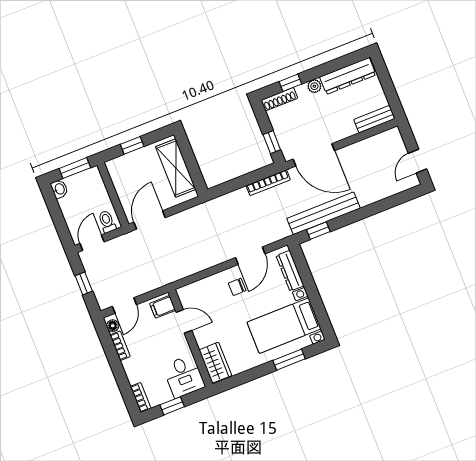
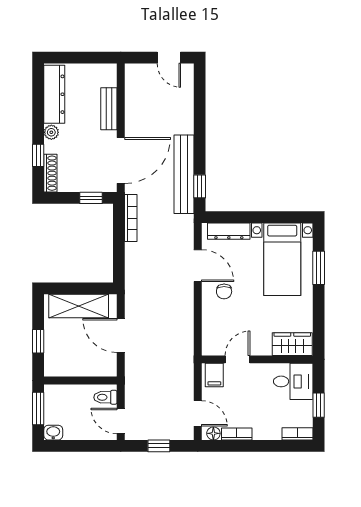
bench: (374, 119) -> (109, 109), moved
door: (150, 220) -> (121, 336), moved

